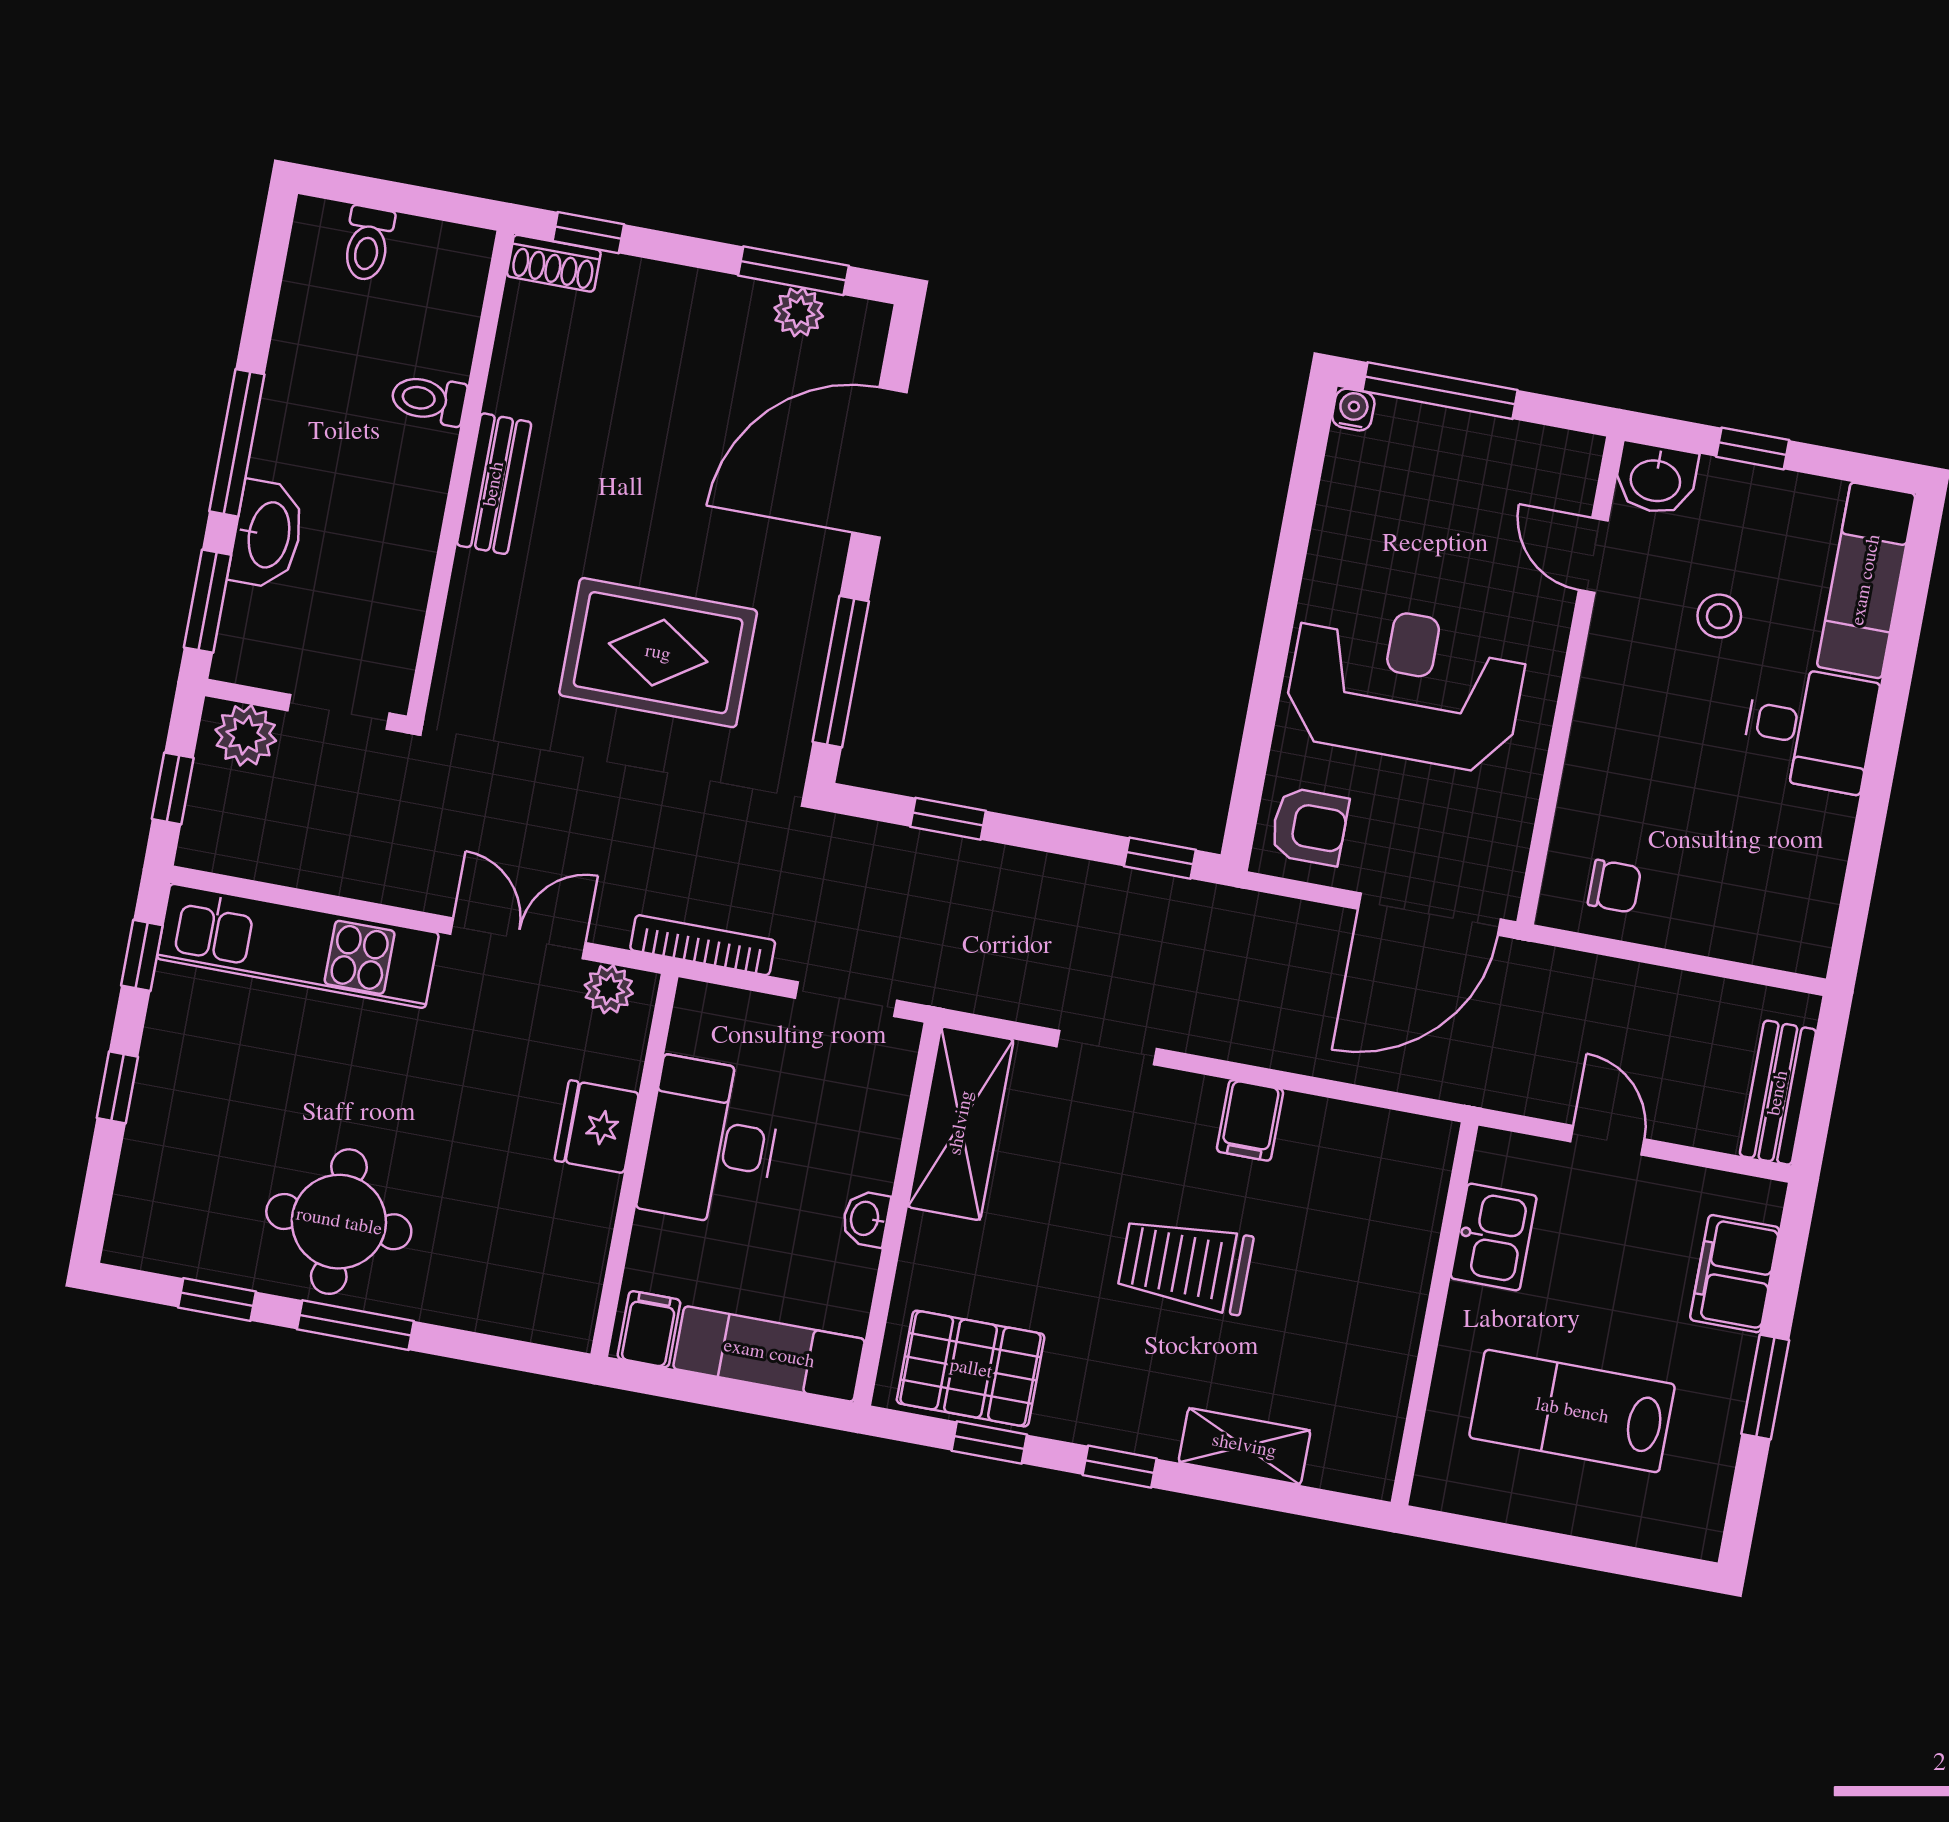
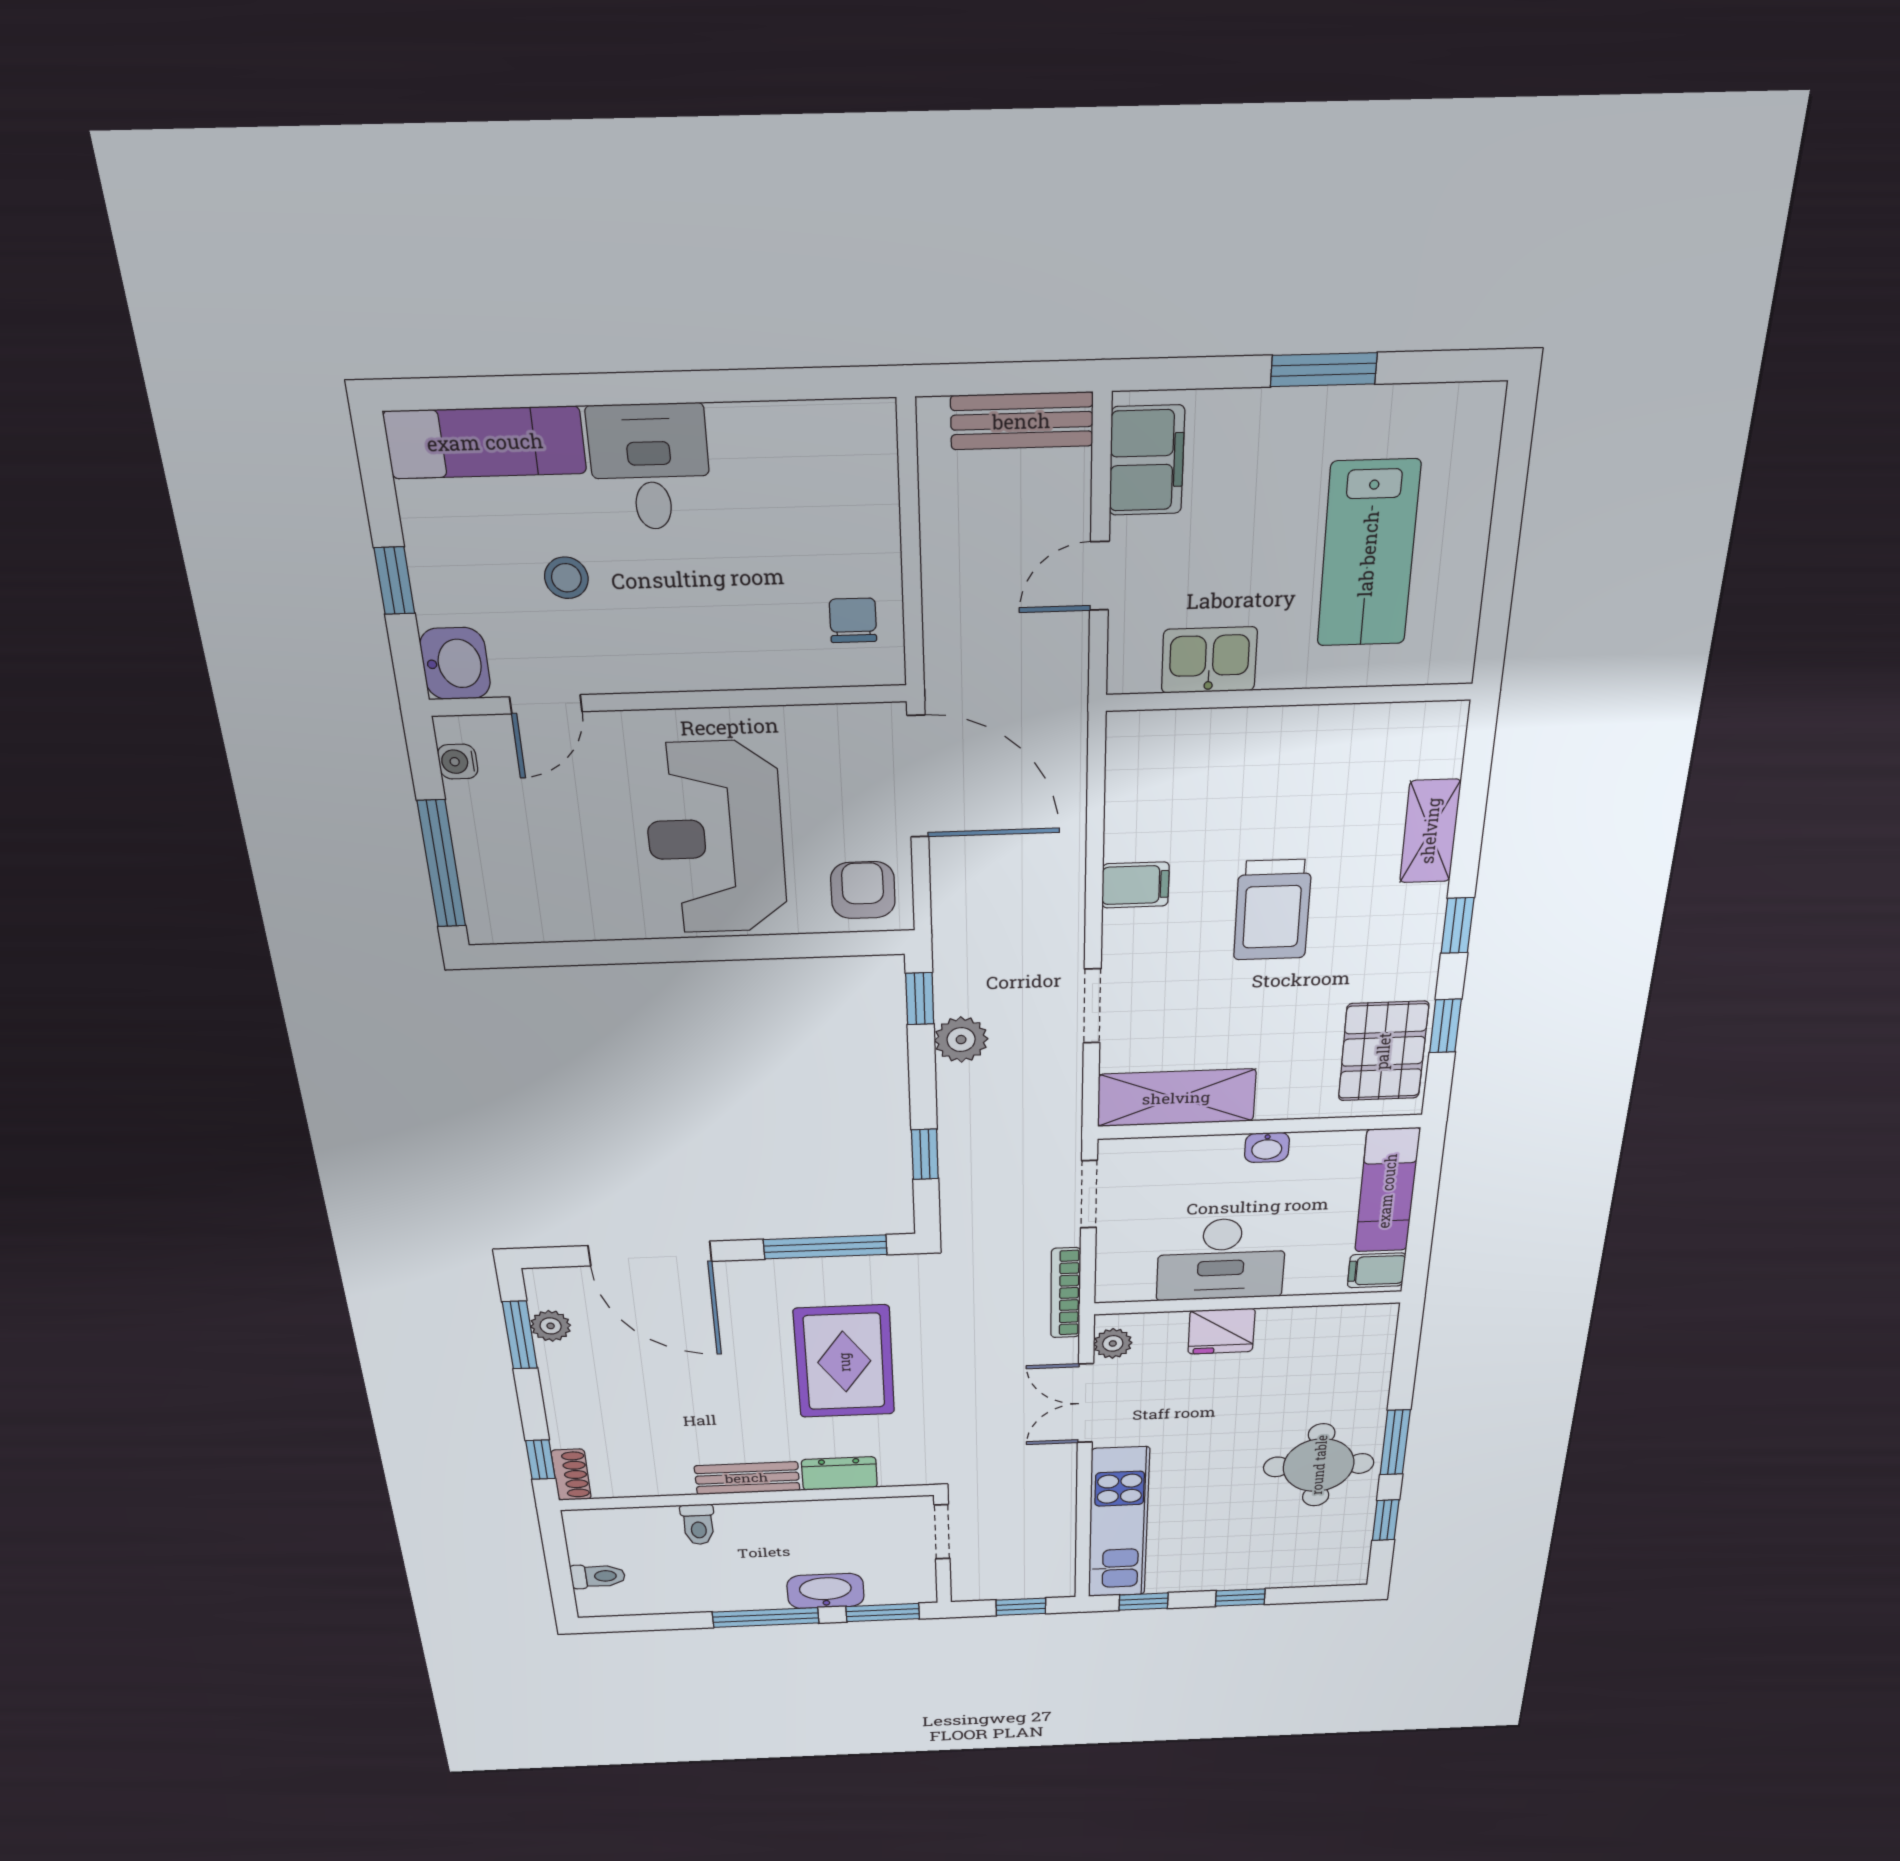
water cooler: (1353, 410) -> (458, 762), moved
dresser: (474, 603) -> (839, 1474), added
plant: (246, 735) -> (961, 1040), moved
filing cabinet: (1735, 1274) -> (1147, 460), moved, turned -90

